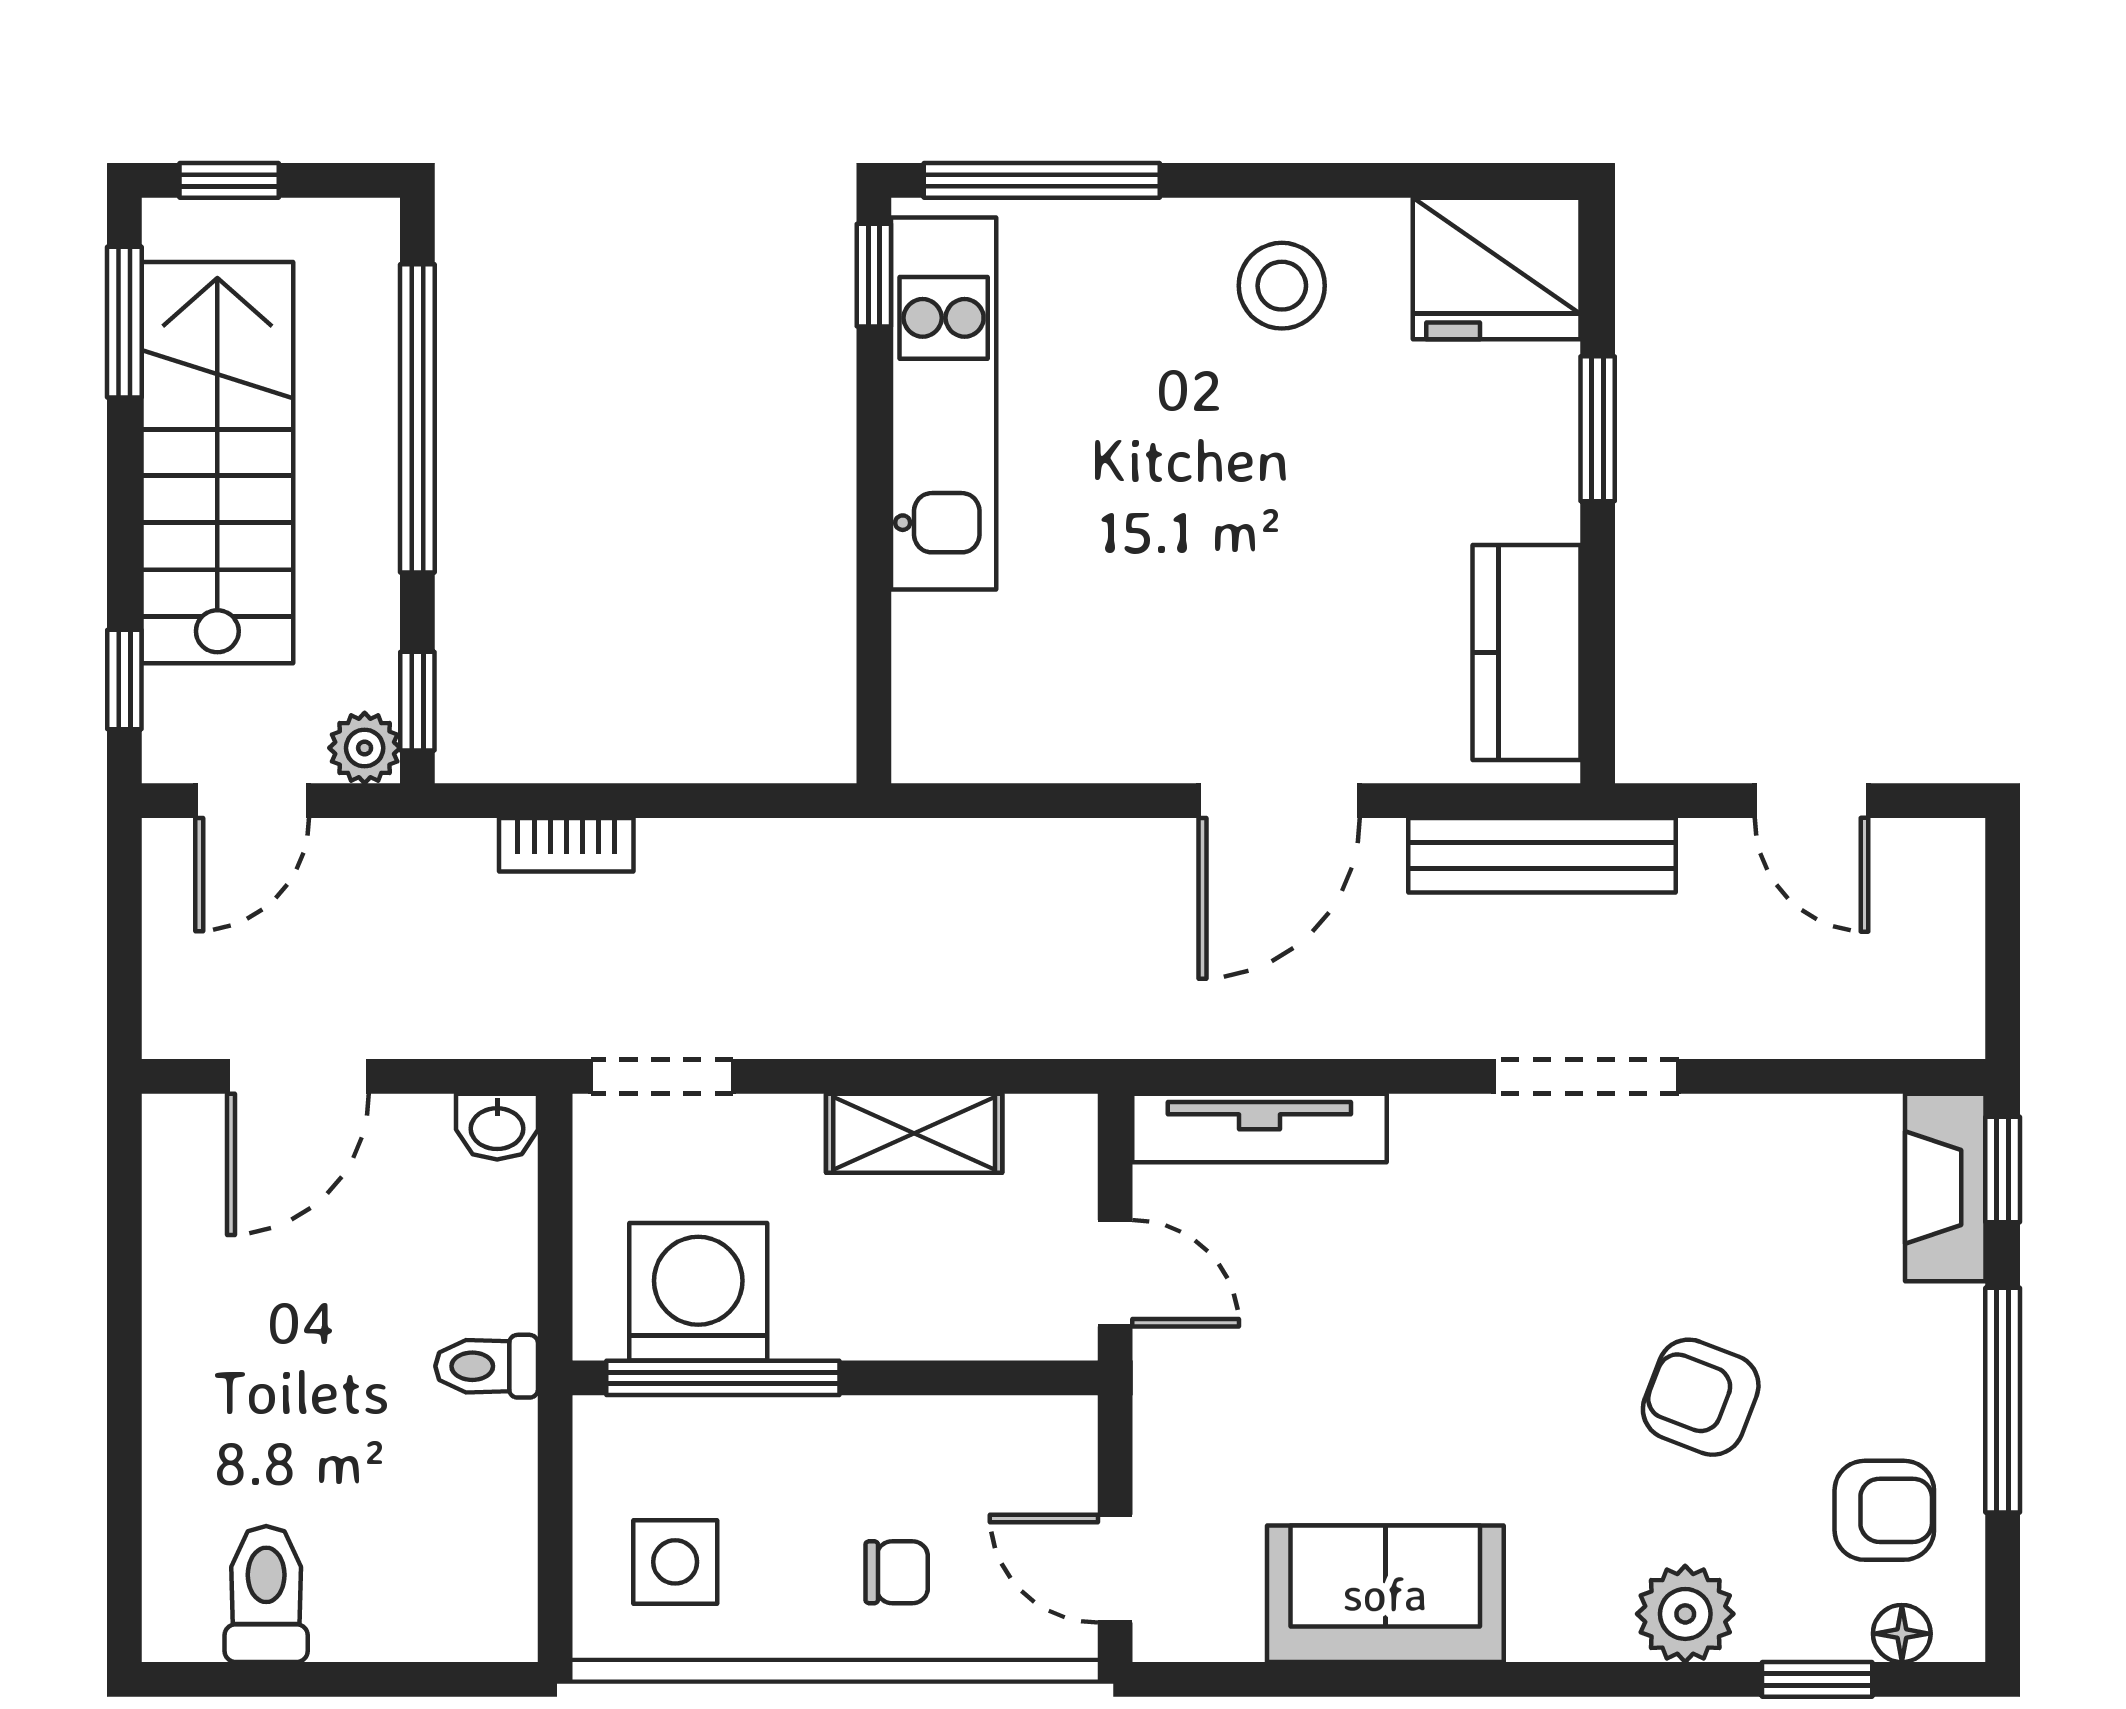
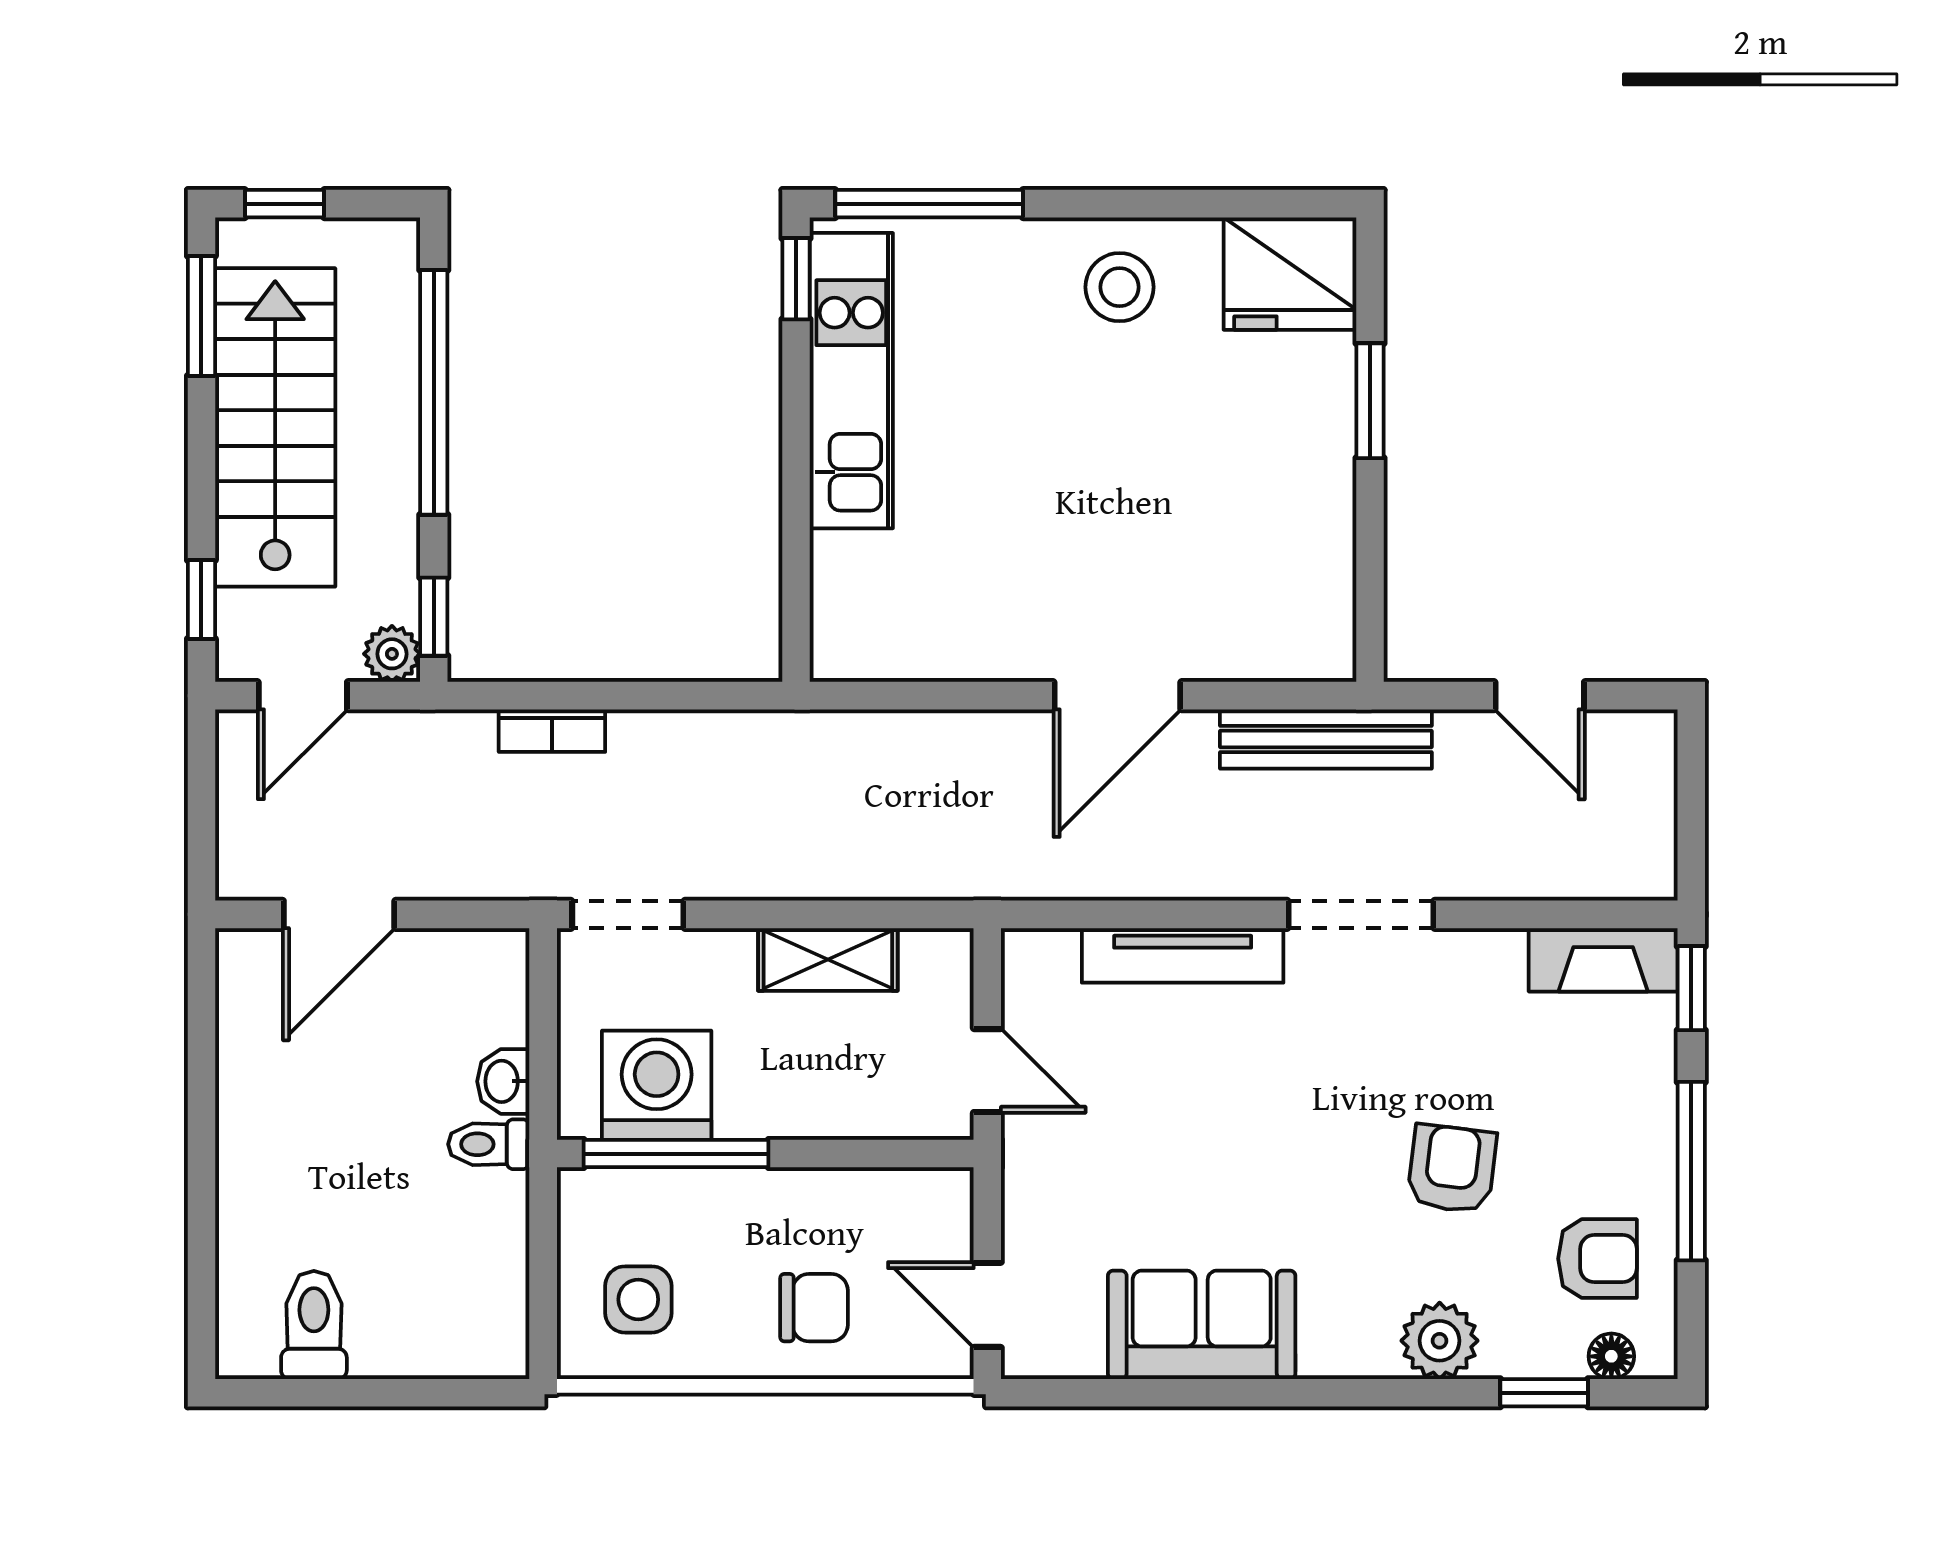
kitchen counter: (1527, 653) -> (1314, 578), removed
washbasin: (497, 1127) -> (503, 1081), moved, turned 90
tv unit: (1259, 1128) -> (1183, 955), moved
fireplace: (1945, 1187) -> (1603, 960), moved, turned -90
armchair: (1701, 1397) -> (1452, 1169), turned 76
chair: (897, 1572) -> (814, 1308), width x1.37, depth x1.37

